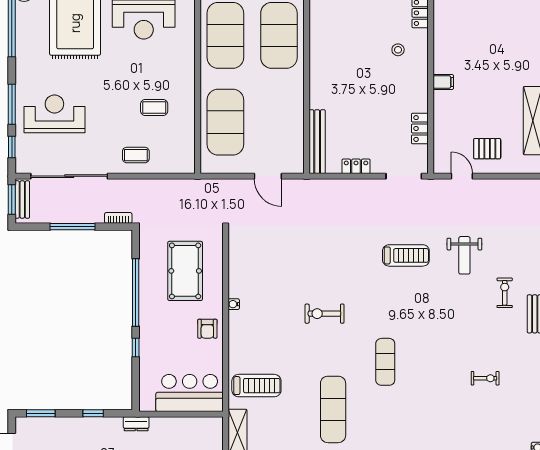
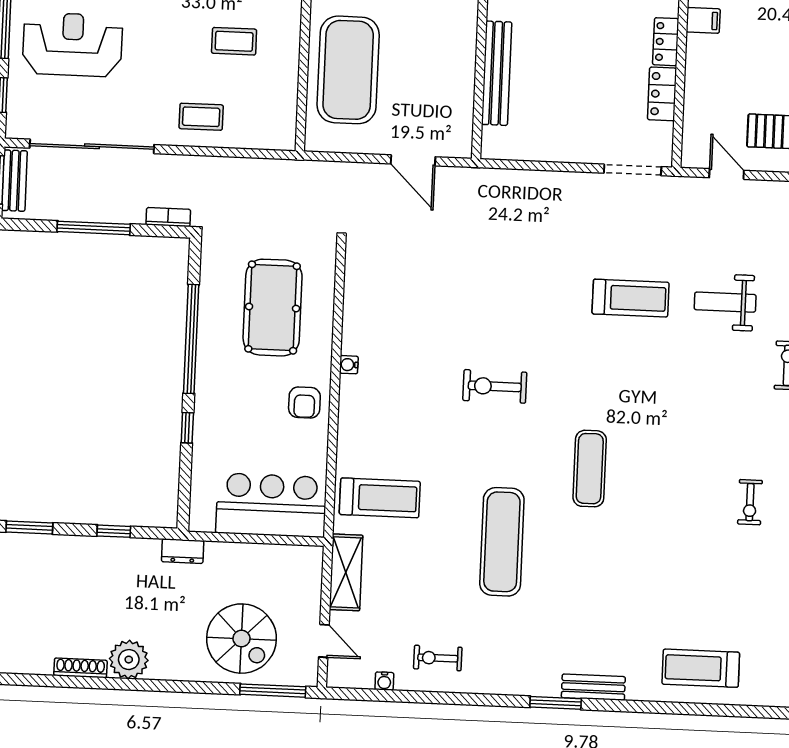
bench: (317, 142) -> (497, 73), moved
locker: (356, 166) -> (666, 42), moved, turned -90
weight bench: (464, 255) -> (725, 302), turned 90
exercise bike: (485, 378) -> (750, 502), turned 90

